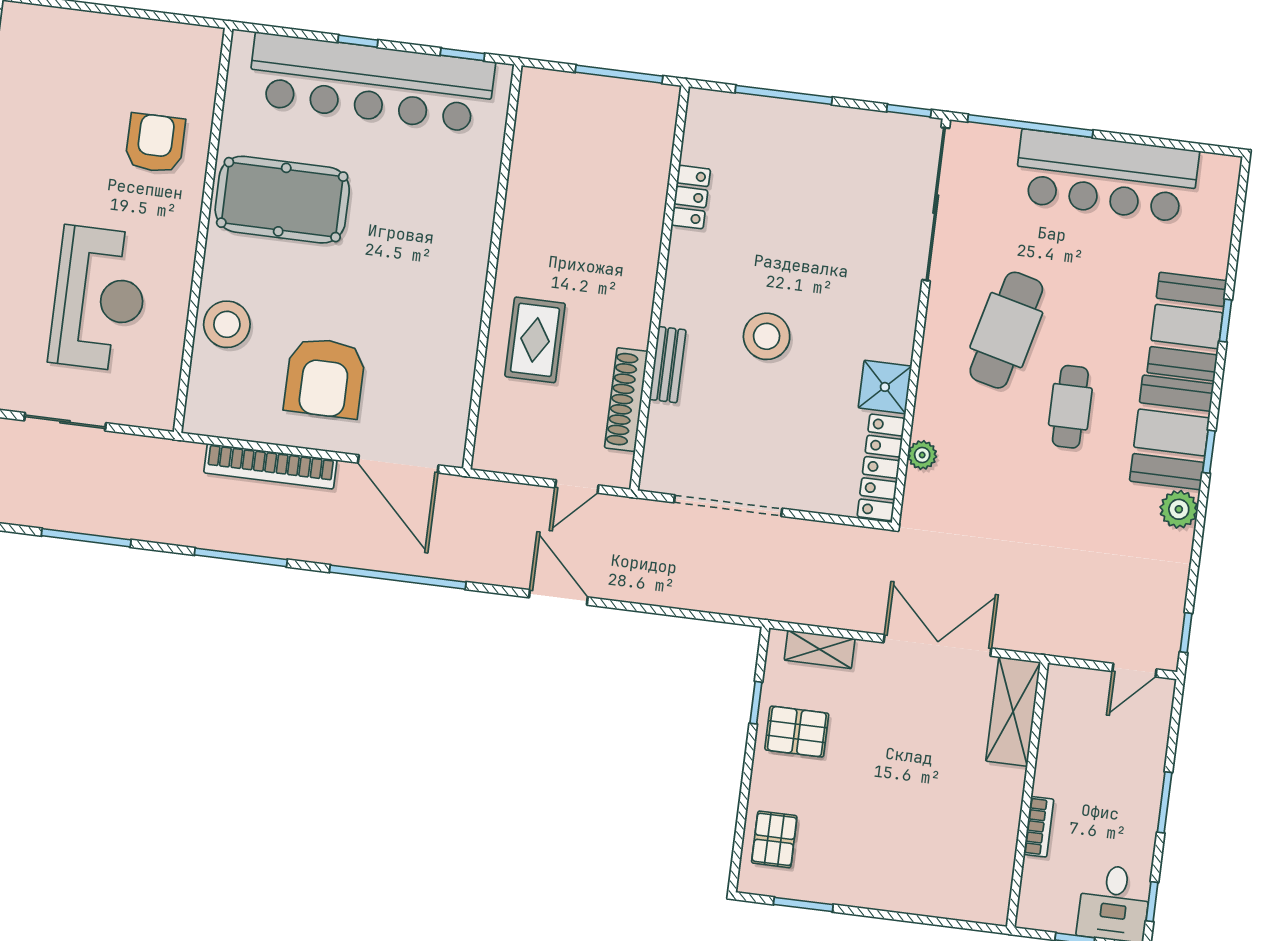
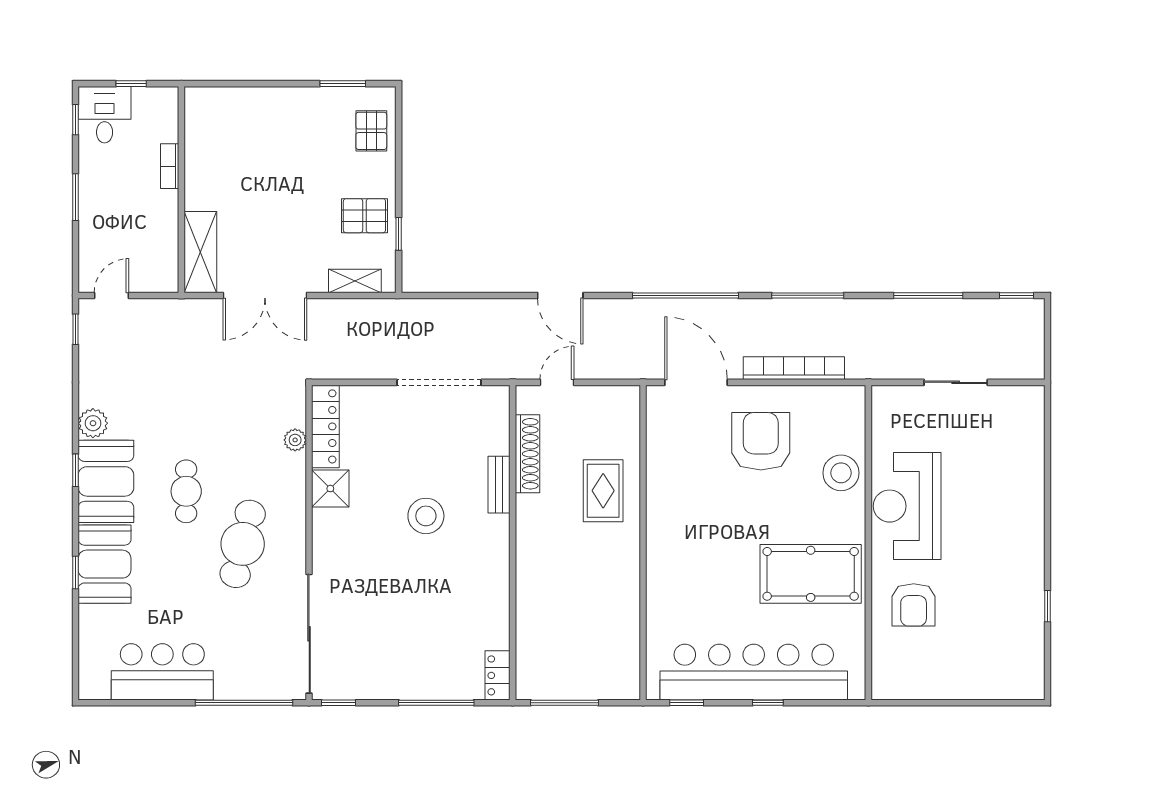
bar counter: (1106, 176) -> (162, 672), width x0.73
locker: (691, 197) -> (497, 675), moved
reception desk: (99, 299) -> (907, 506), moved

